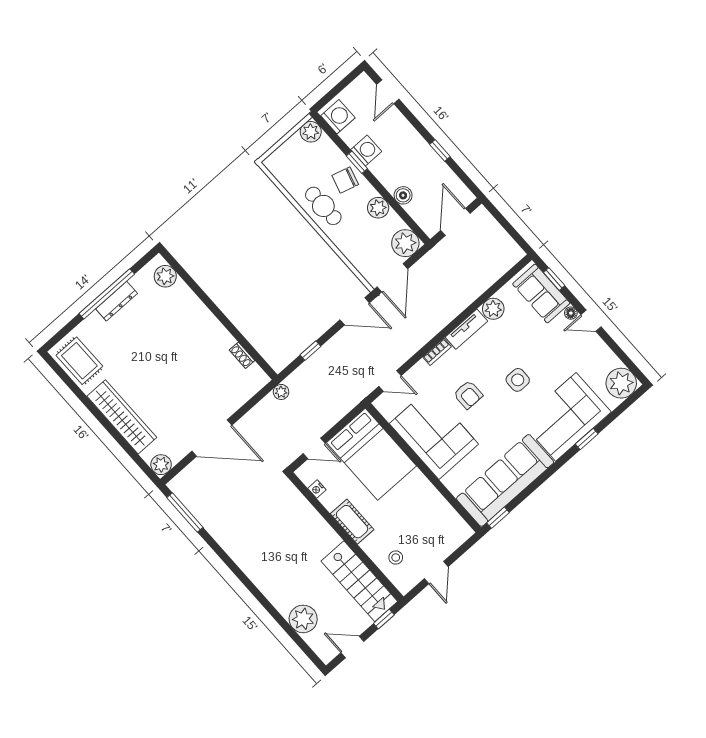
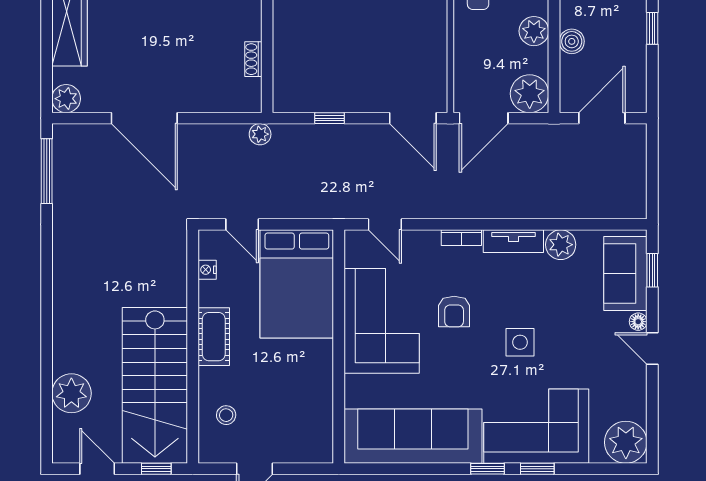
window: (498, 518) -> (488, 469), moved
stairs: (359, 581) -> (155, 385), width x1.36, depth x1.51

